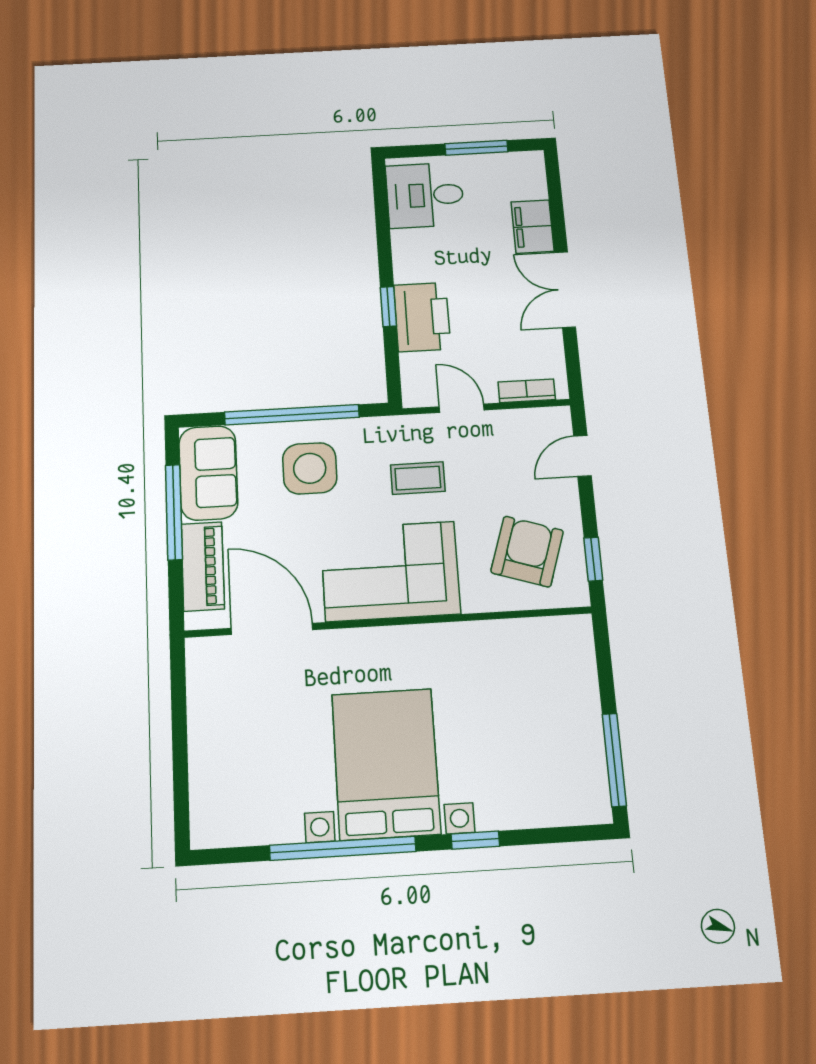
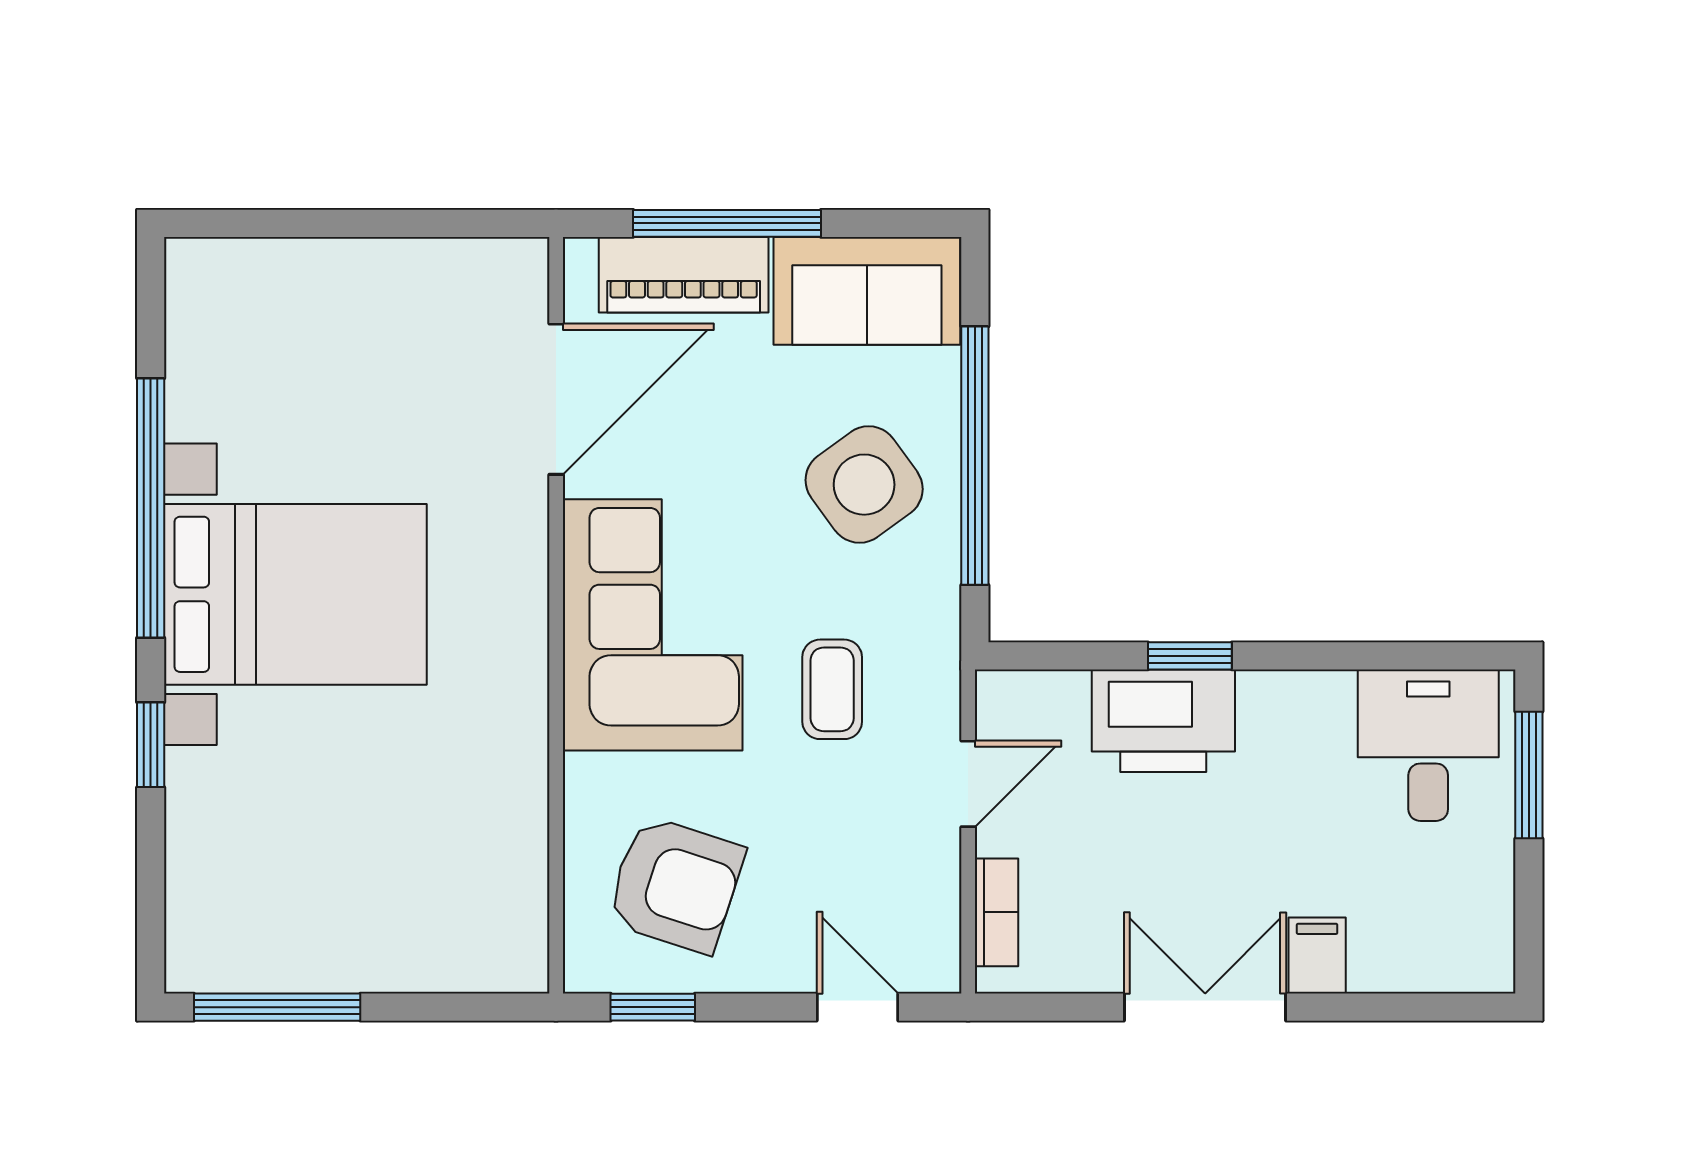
window: (476, 148) -> (1529, 775), moved
filing cabinet: (533, 227) -> (1317, 956), width x0.50
side table: (310, 468) -> (864, 485), turned -36
window: (174, 512) -> (727, 223), moved

